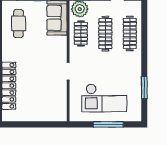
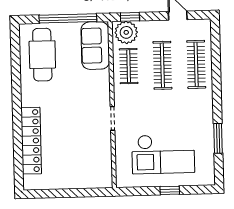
cafe table: (18, 23) -> (42, 55), width x1.37, depth x1.35
window: (108, 124) -> (170, 190), width x0.46

